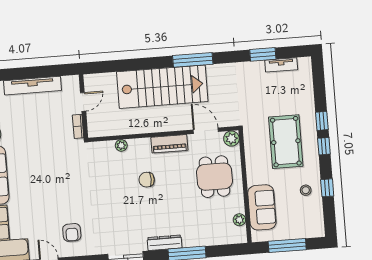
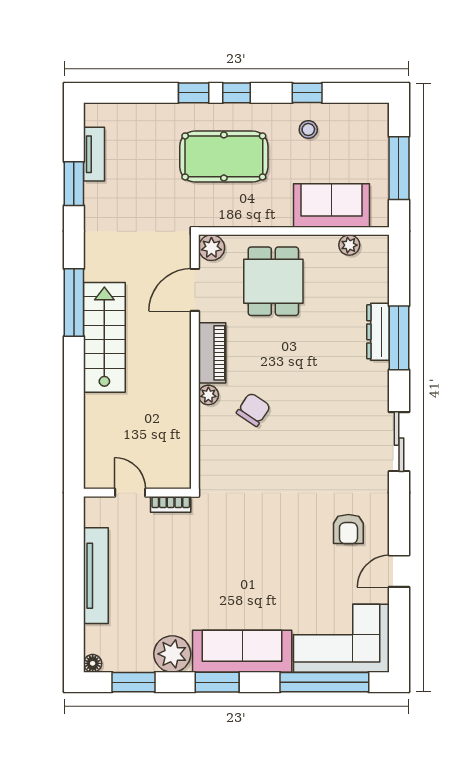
stairs: (162, 87) -> (104, 337), width x0.73, depth x0.66
plant: (121, 145) -> (208, 395), moved
dining table: (214, 177) -> (273, 281), turned 90
chair: (147, 180) -> (253, 410), moved, turned -146
armchair: (72, 232) -> (348, 529), turned 90
dresser: (165, 243) -> (378, 332), moved

